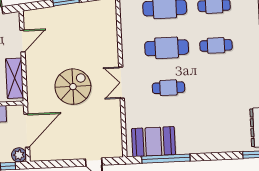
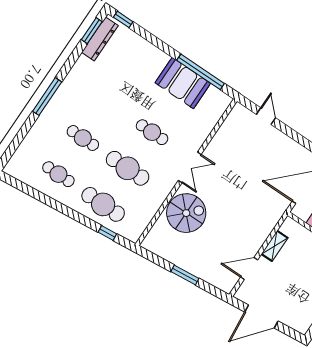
shelving: (15, 78) -> (275, 246), width x0.67, depth x0.75
spiral stairs: (73, 87) -> (186, 213), moved, turned 180
booth: (153, 142) -> (183, 83), moved

